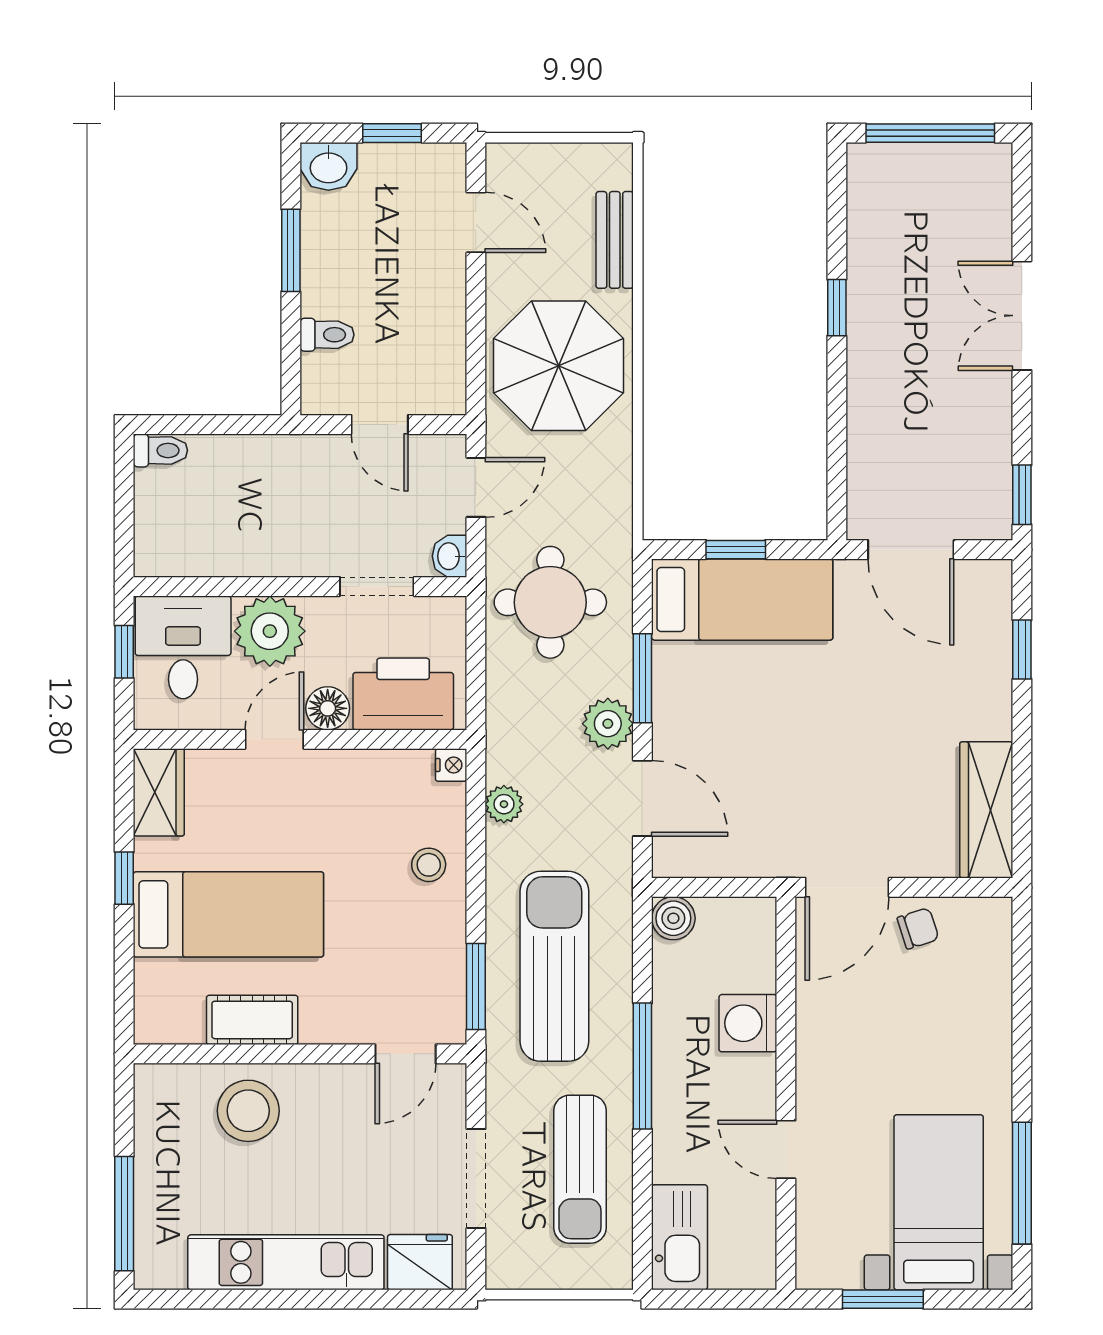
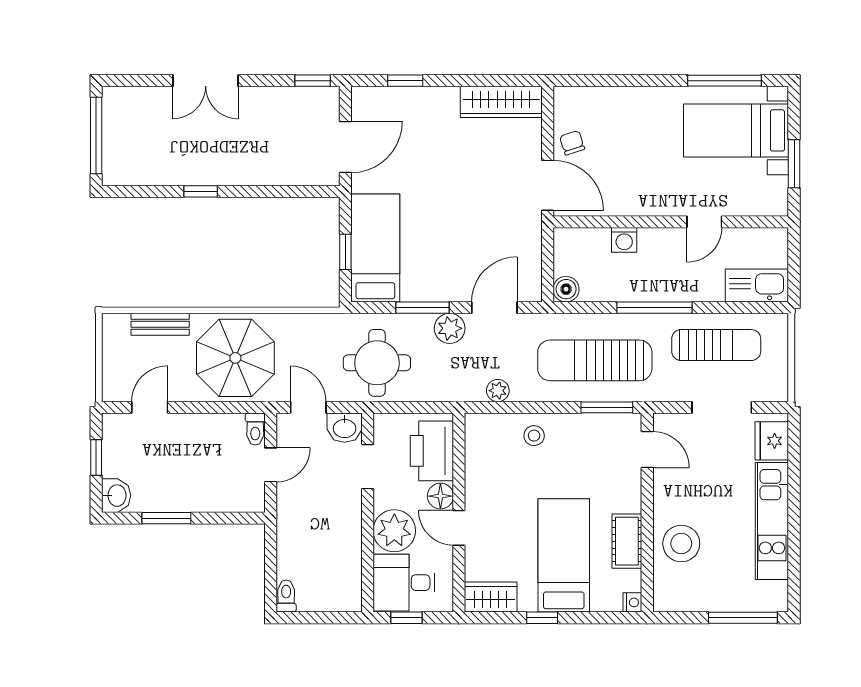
toilet: (327, 335) -> (255, 429), moved, turned 180
washbasin: (450, 556) -> (345, 428), width x1.38, depth x1.45
nightstand: (451, 765) -> (632, 602), moved, turned 90
washing machine: (748, 1023) -> (624, 240), width x0.73, depth x0.73

